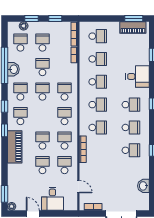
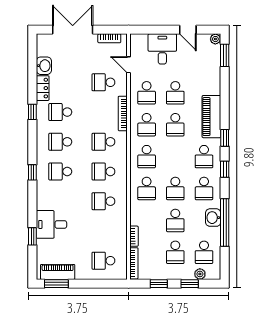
school desk: (98, 59) -> (103, 82), moved
desk: (138, 76) -> (51, 224), moved
locker: (144, 169) -> (43, 88), added

